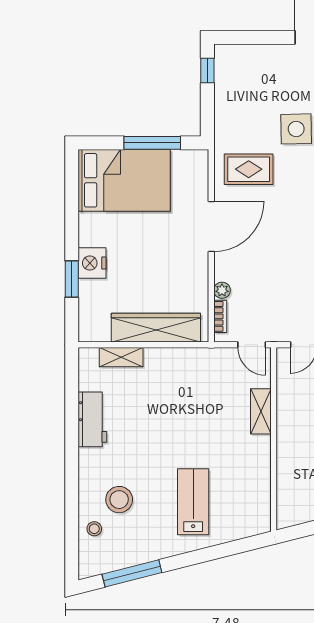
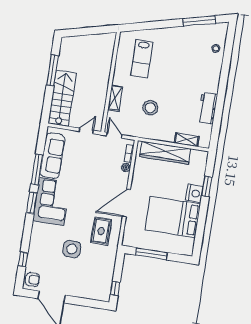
rug: (249, 169) -> (101, 231), turned 90
bed: (124, 180) -> (173, 217), moved
stool: (119, 500) -> (150, 108), moved
lab bench: (193, 502) -> (142, 59), moved

